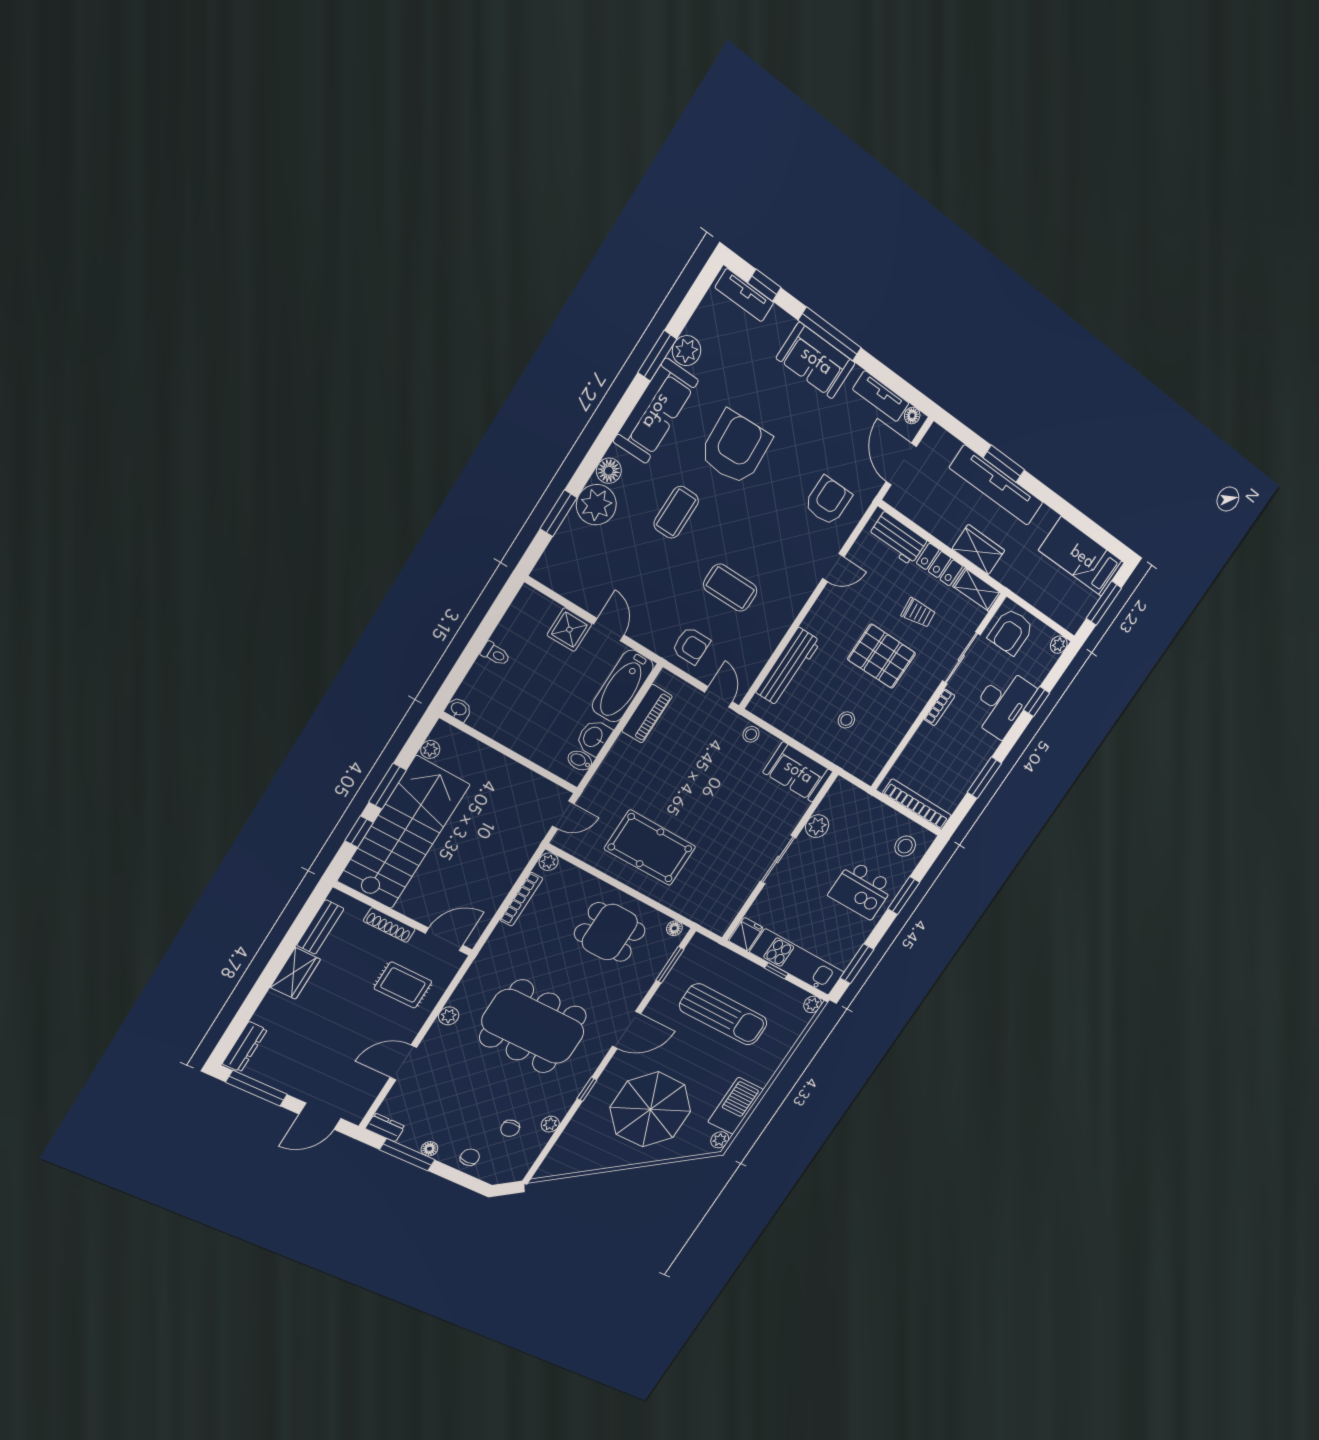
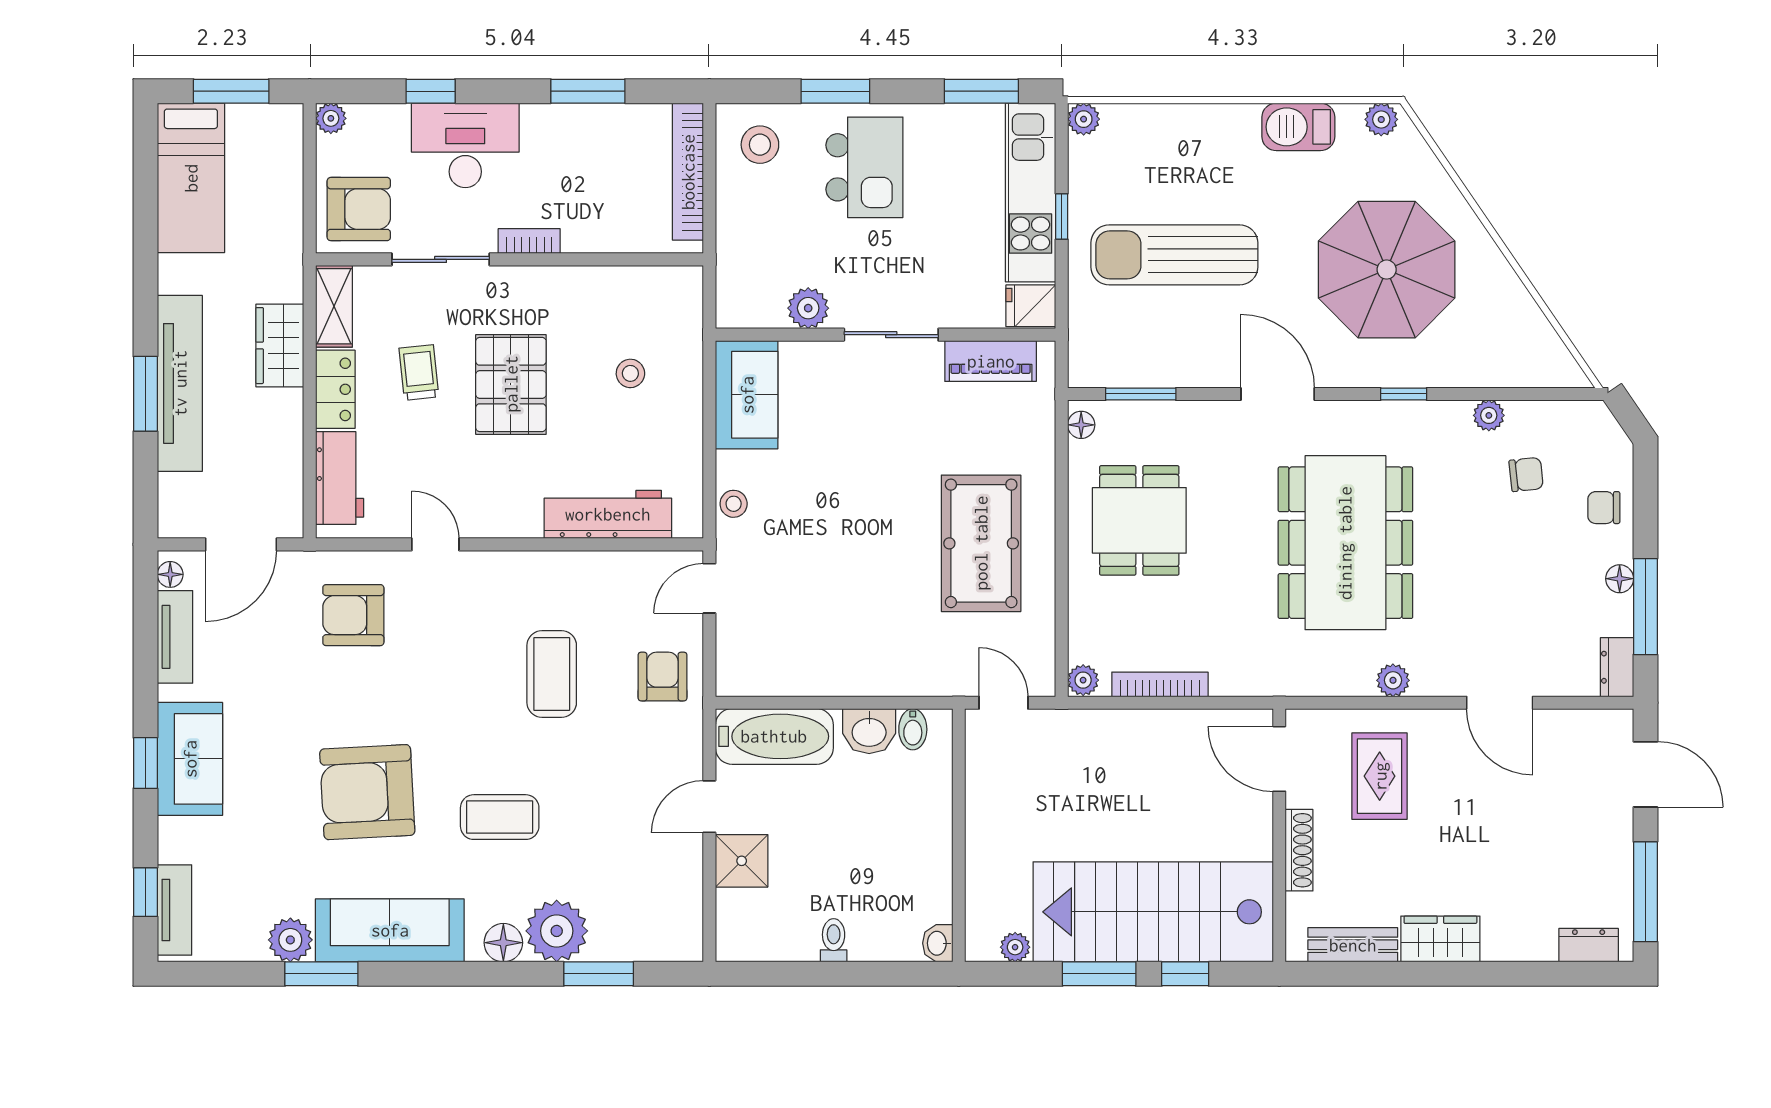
window: (830, 334) -> (145, 763), width x0.46
piano: (647, 714) -> (991, 361), moved, turned 180
sun lounger: (723, 1014) -> (1174, 255), turned -90
dresser: (245, 1047) -> (1589, 945), width x0.70
barbecue: (736, 1106) -> (1298, 127), width x0.73, depth x0.83

